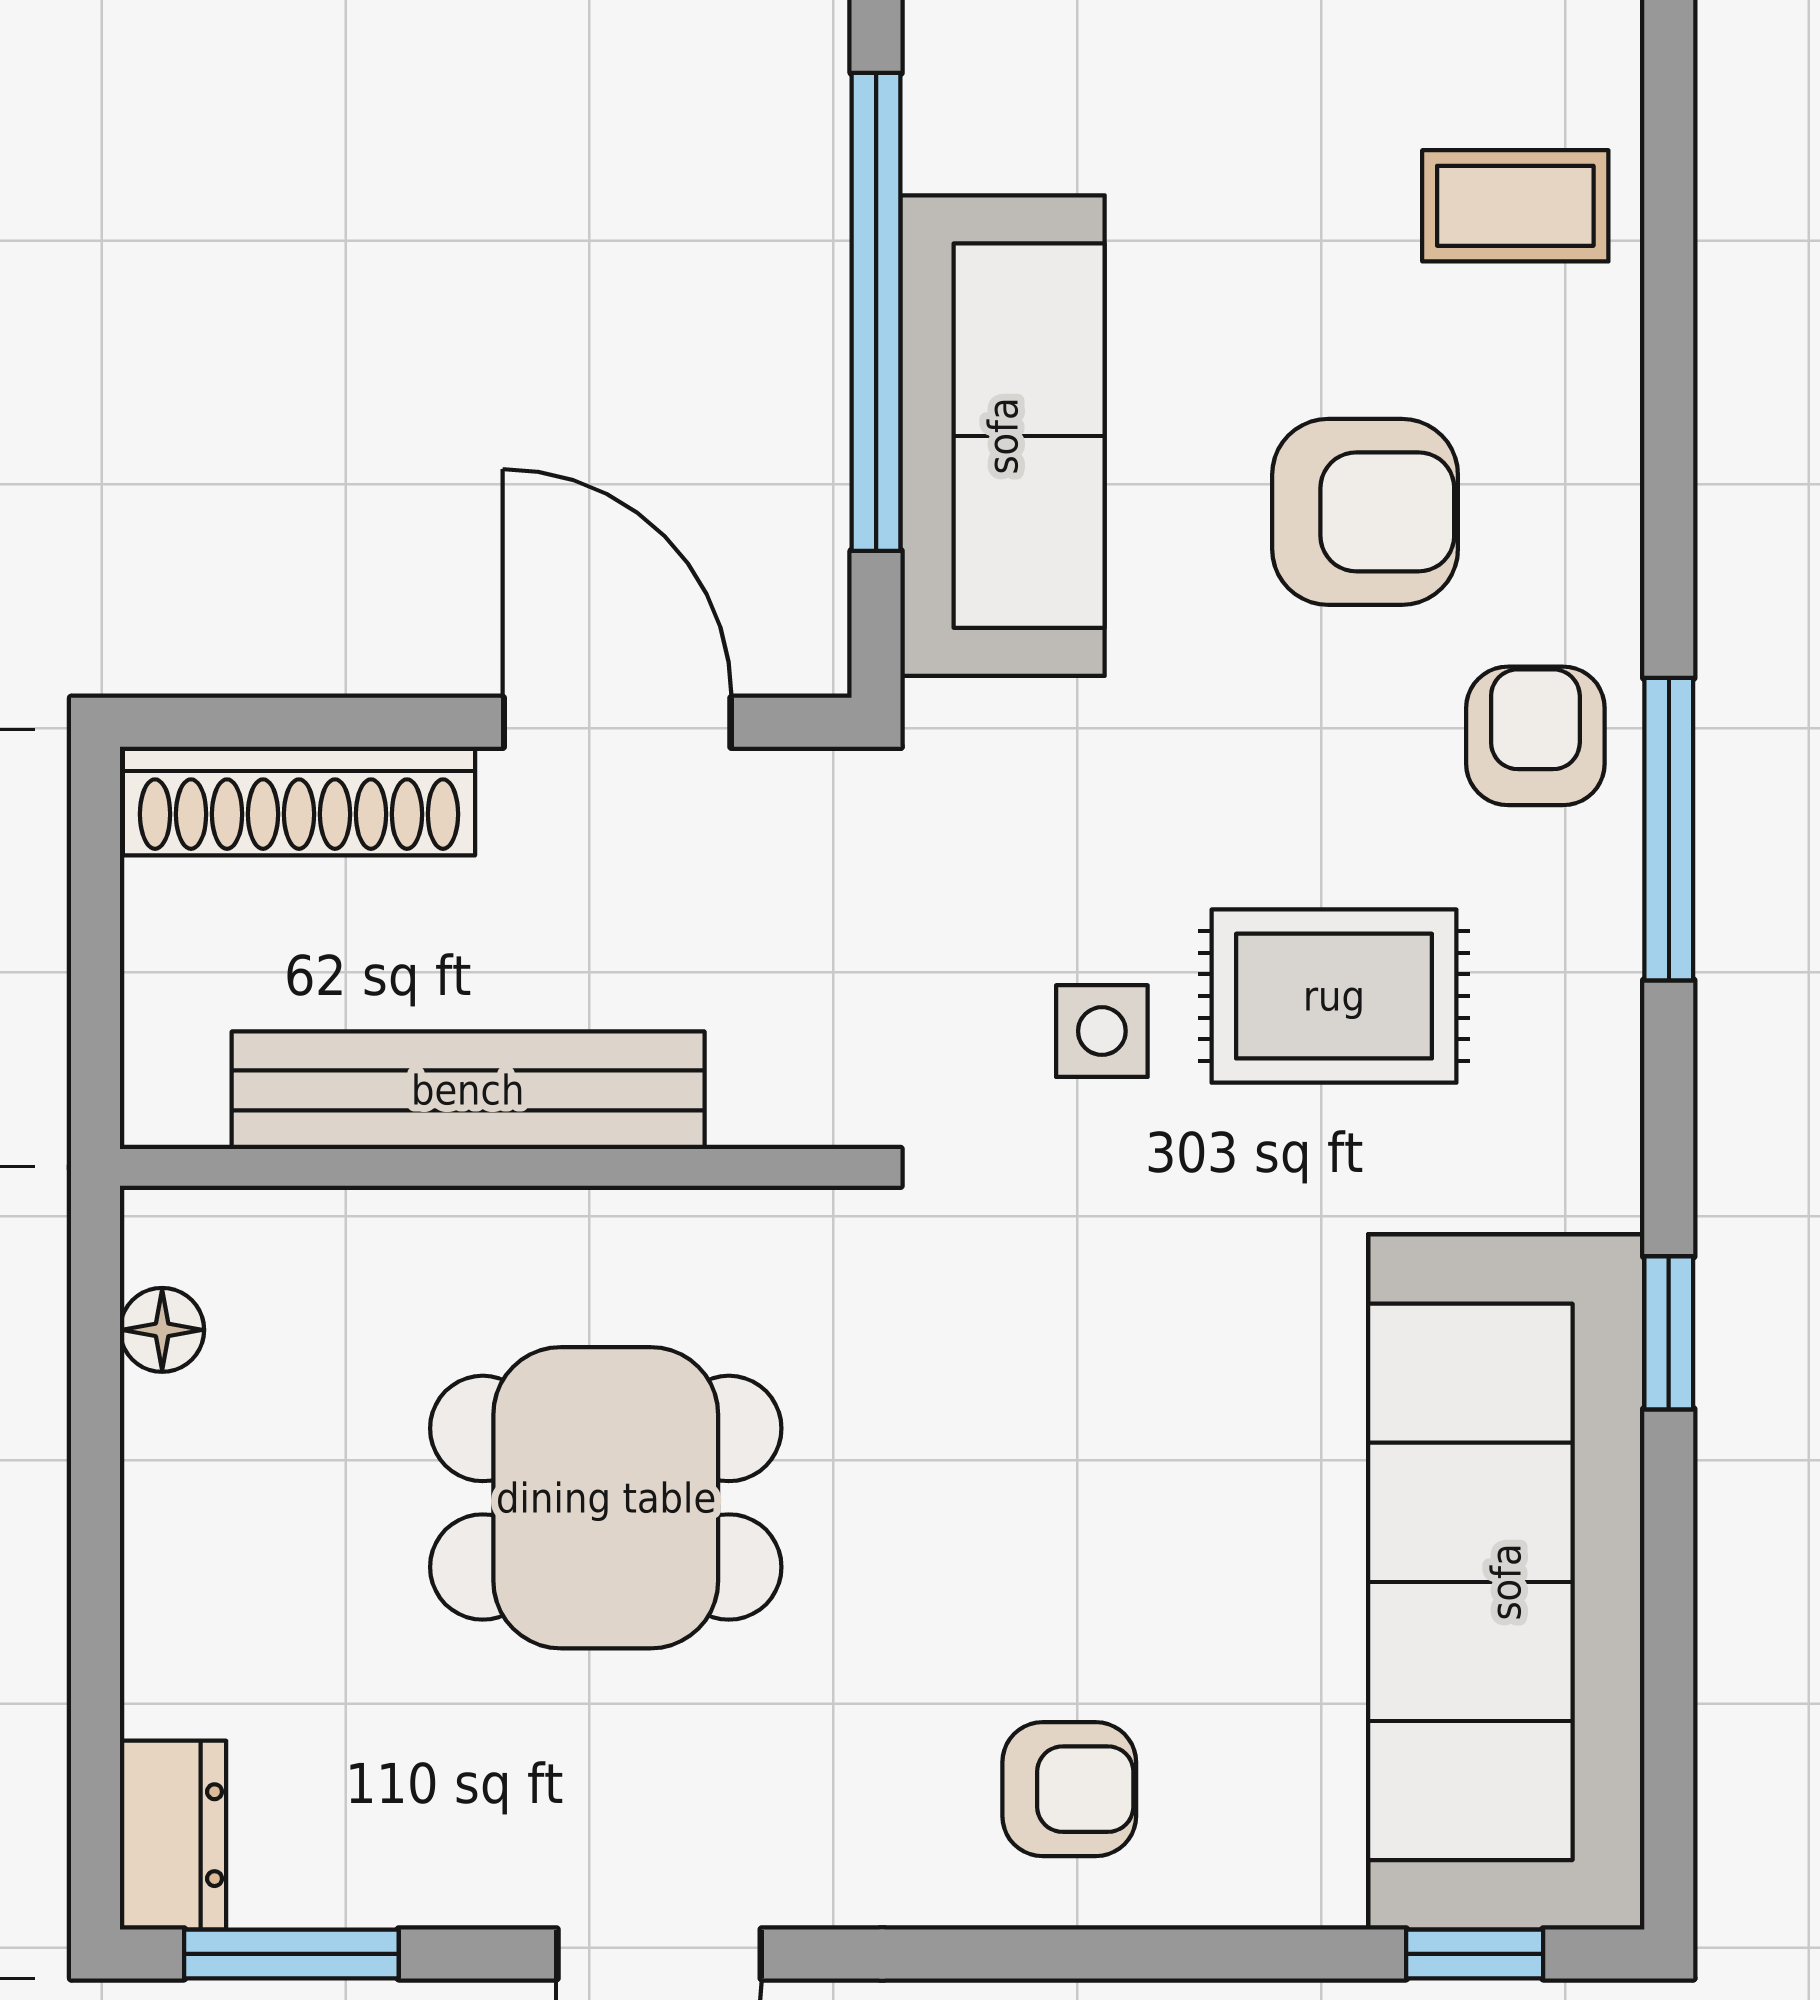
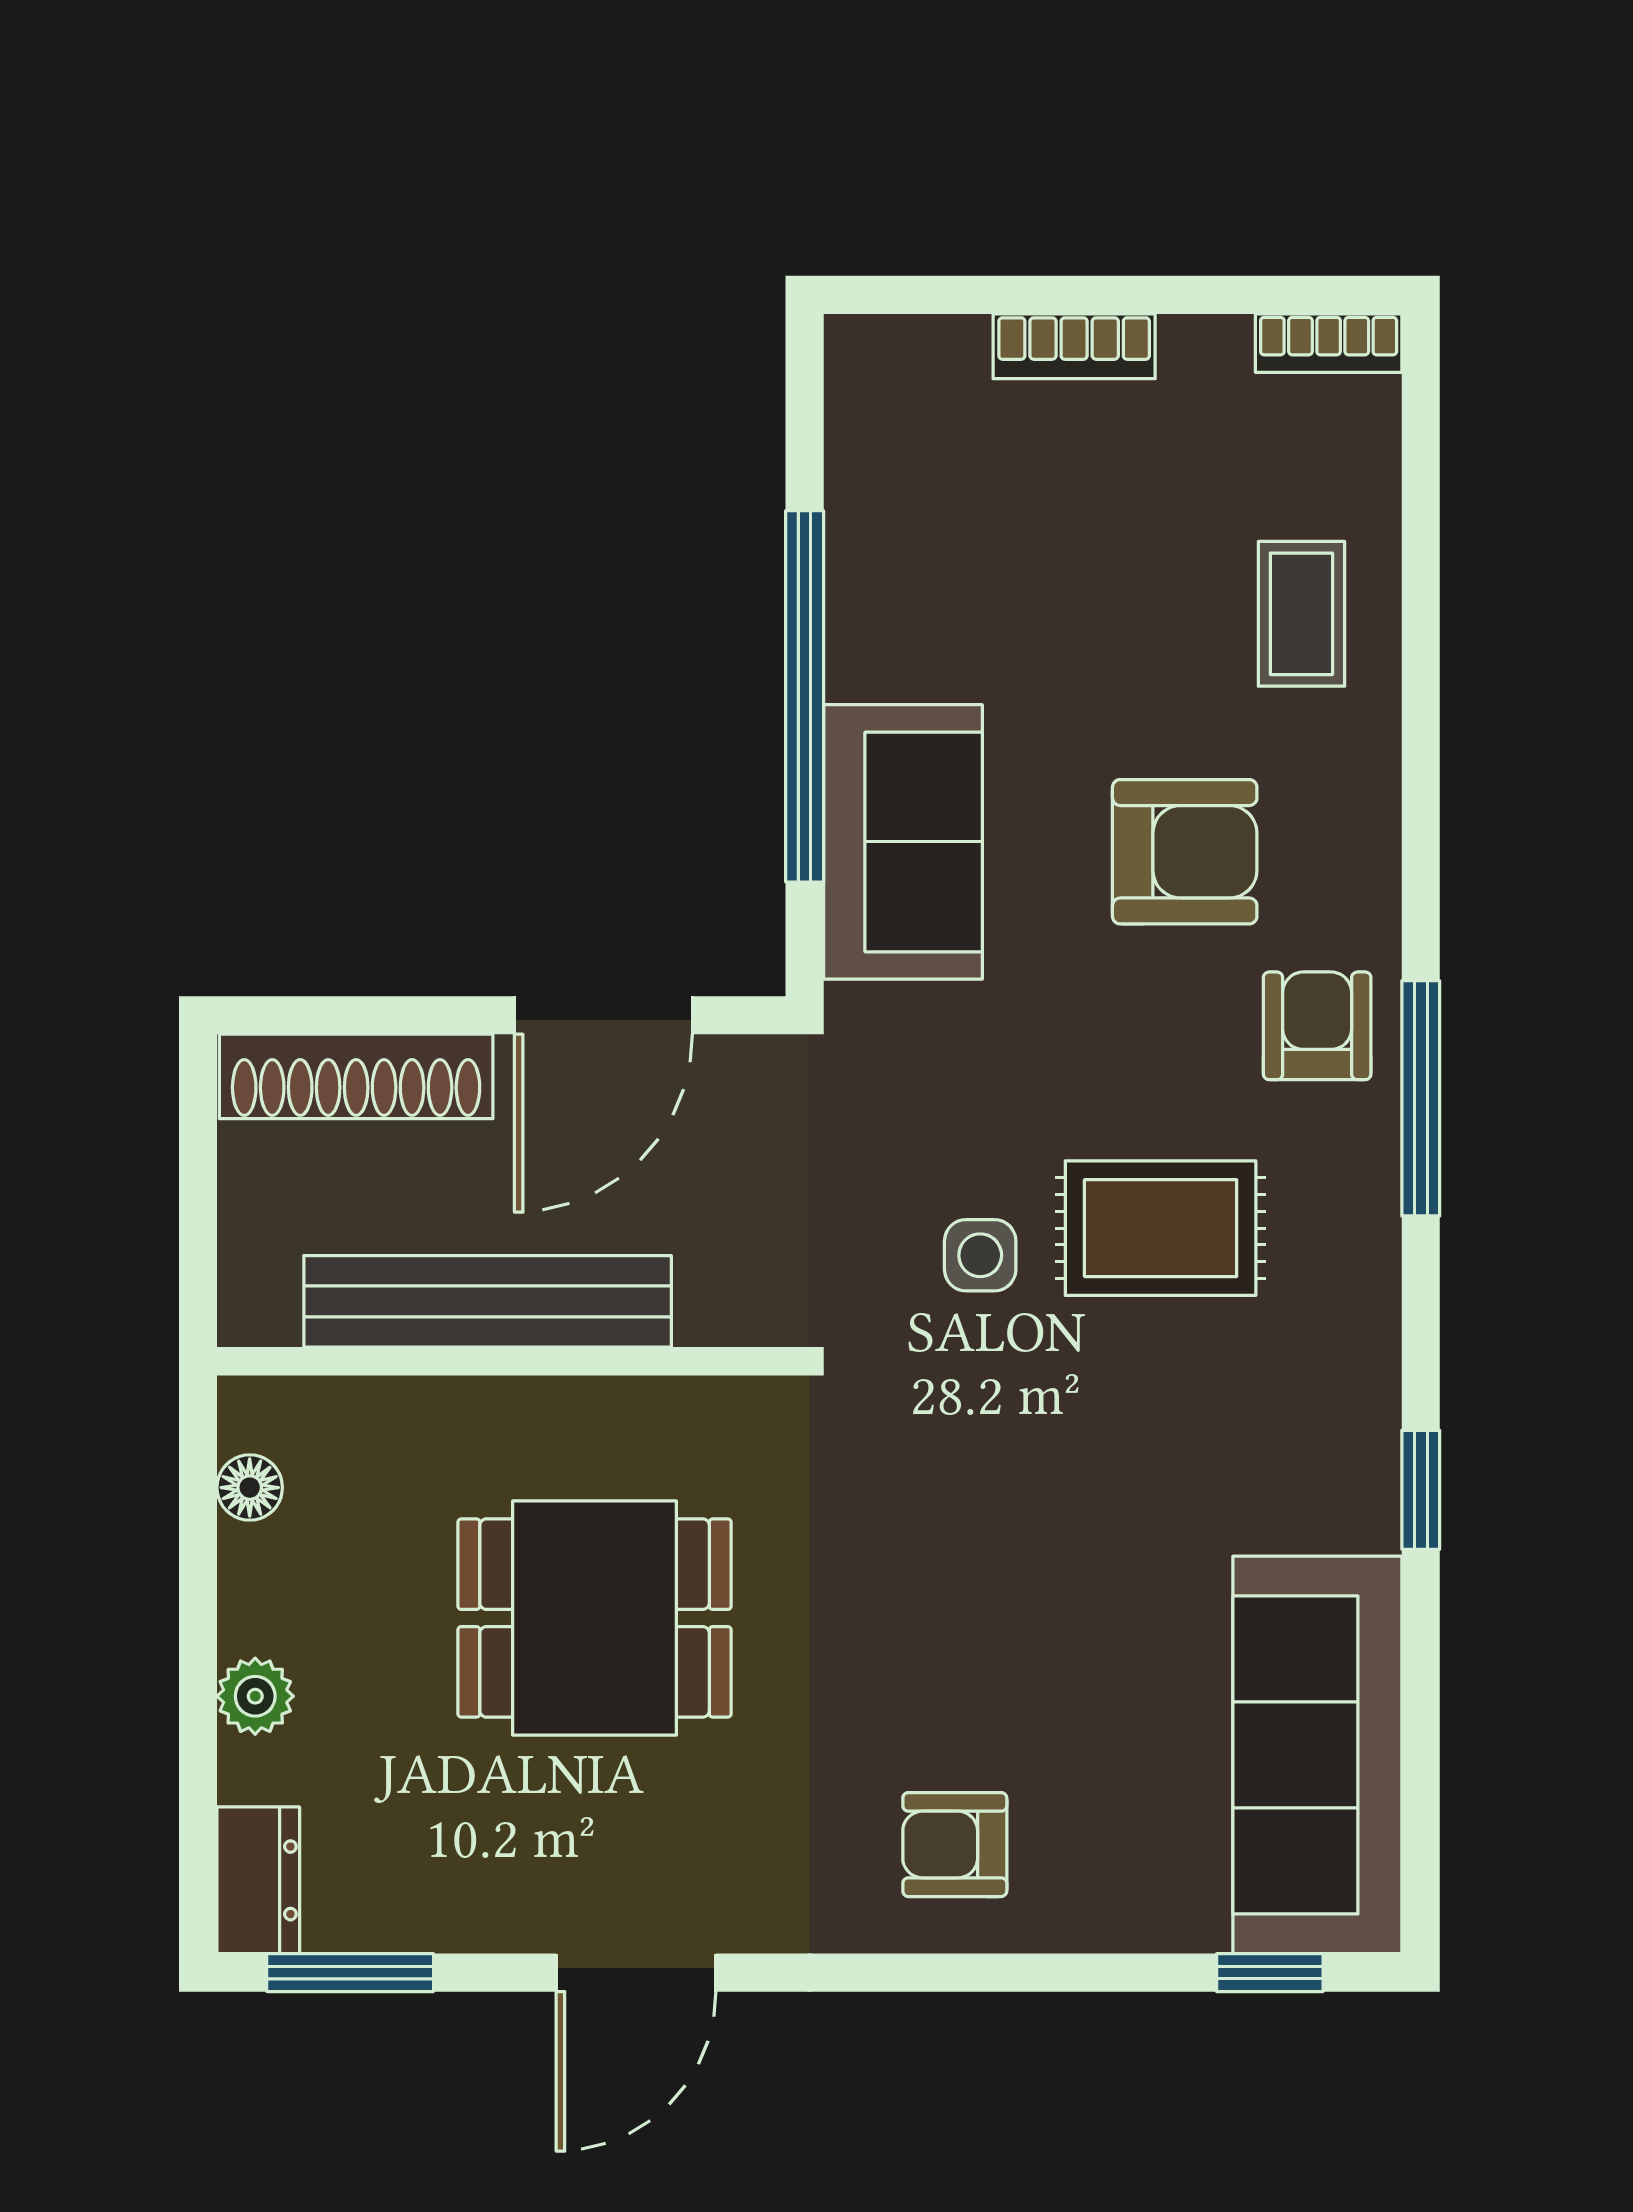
coffee table: (1515, 206) -> (1301, 614), turned 90
sofa: (1003, 436) -> (903, 842), width x0.73
door: (617, 722) -> (603, 1015), swing flipped
sofa: (1506, 1582) -> (1317, 1755), width x0.74, depth x0.79
plant: (169, 1598) -> (255, 1696), added
armchair: (1069, 1789) -> (955, 1845), turned 180

